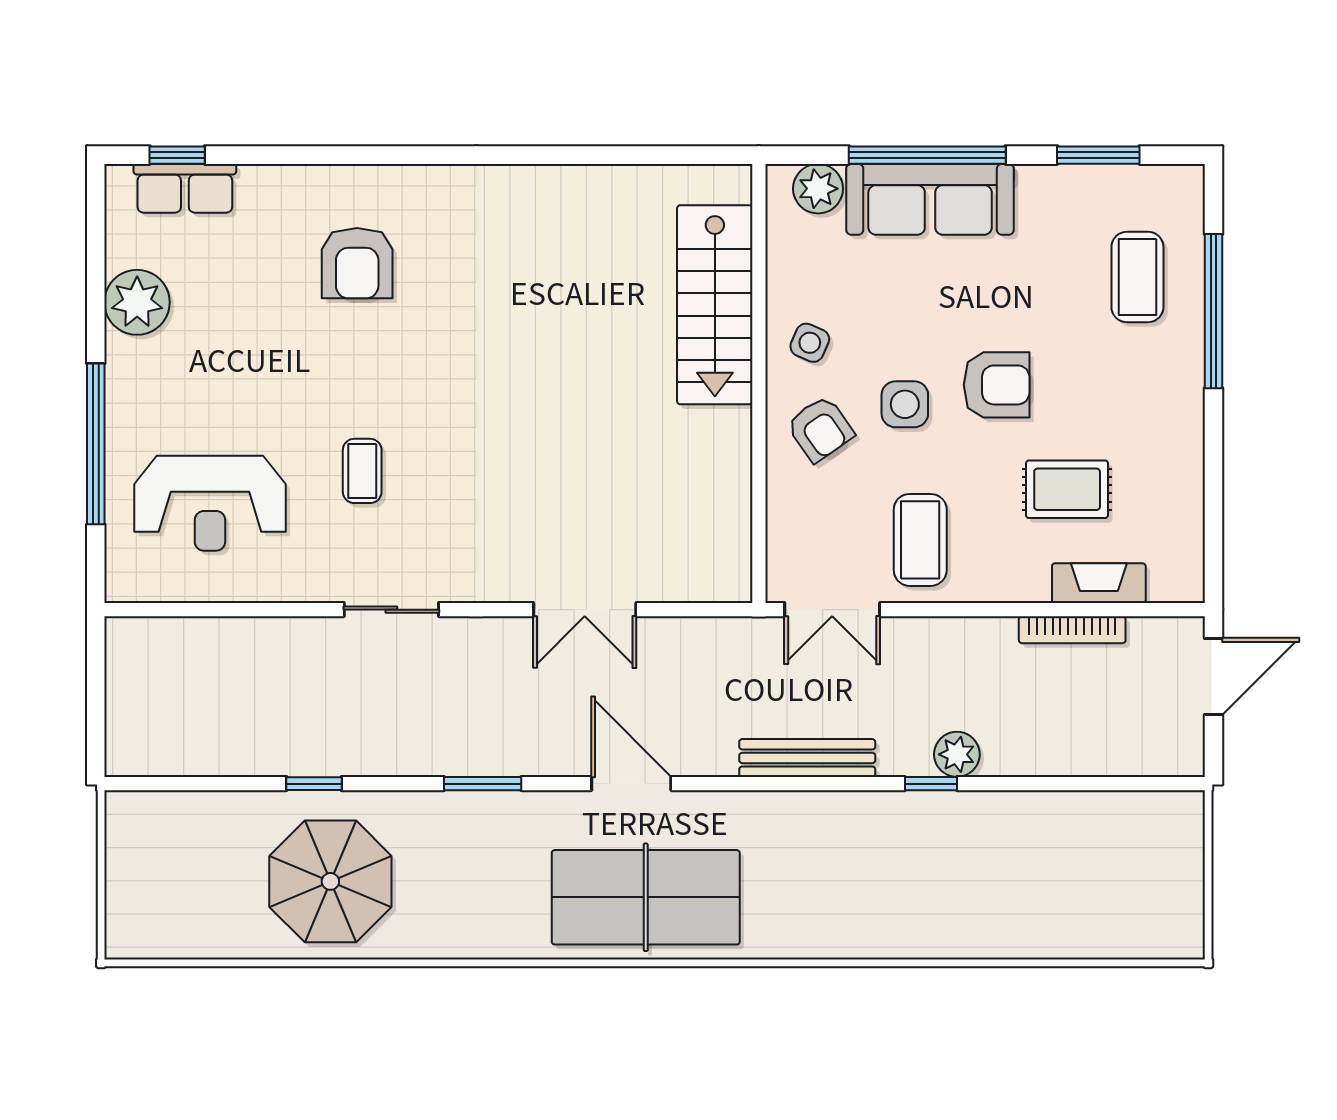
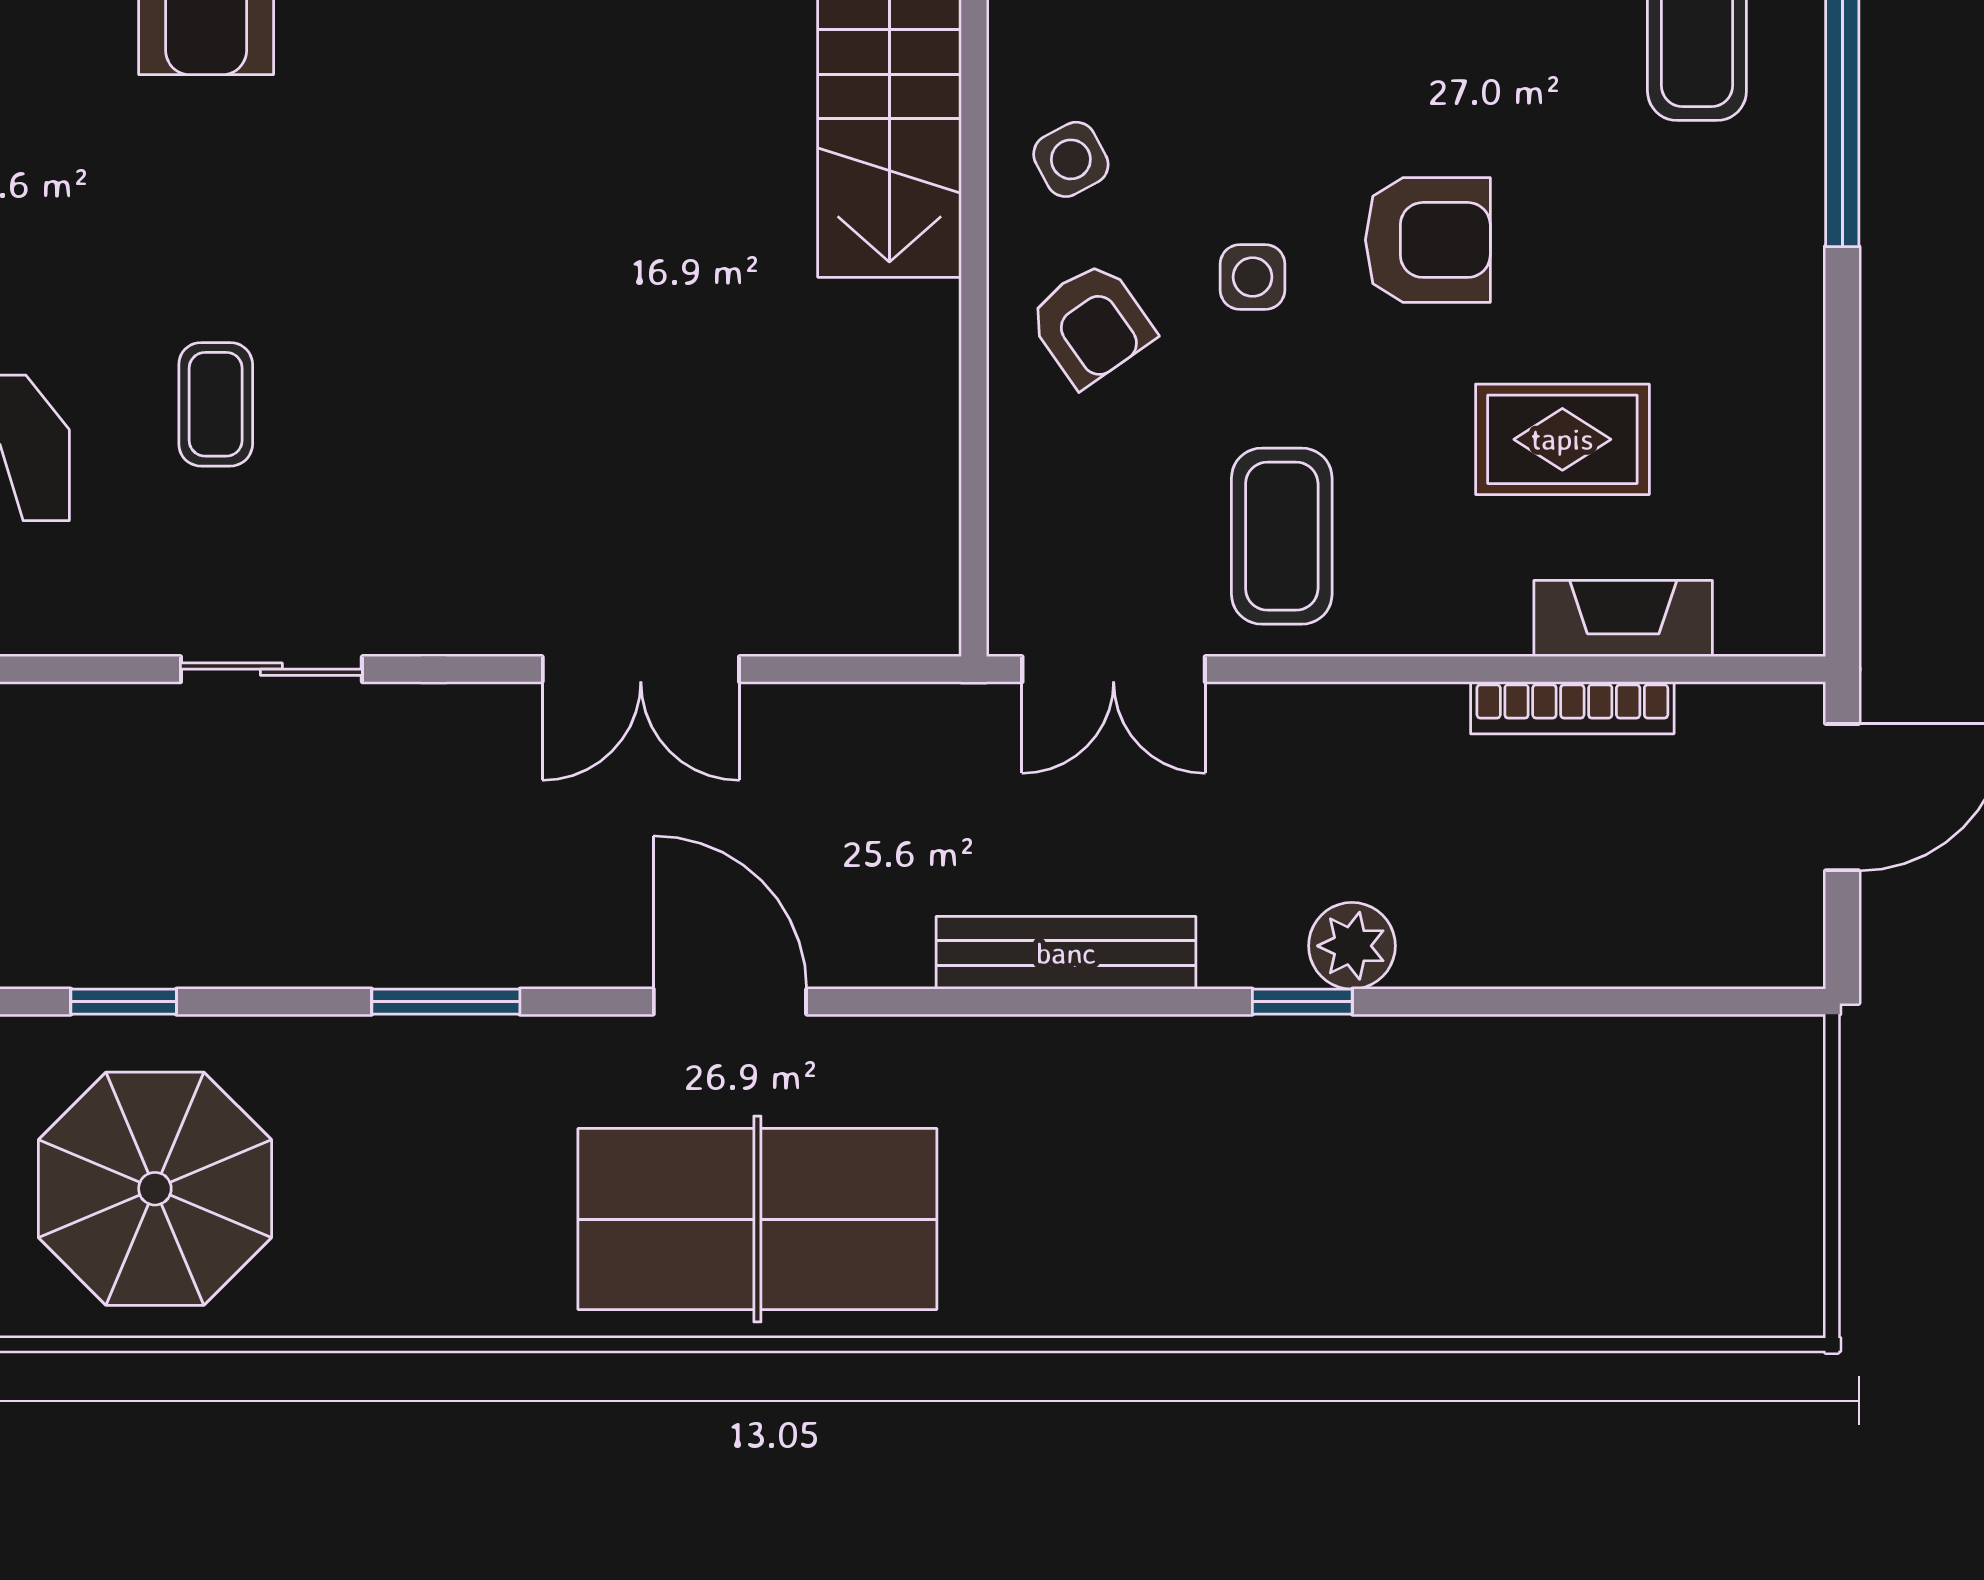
side table: (810, 343) -> (1071, 159), turned 38
side table: (905, 404) -> (1253, 277), width x0.73, depth x0.73

